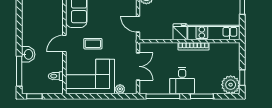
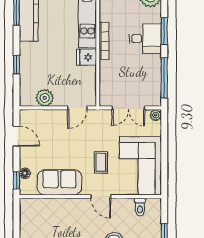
double door: (138, 66) -> (128, 108), swing flipped
desk: (182, 81) -> (145, 39), moved
plant: (120, 89) -> (156, 115), moved

